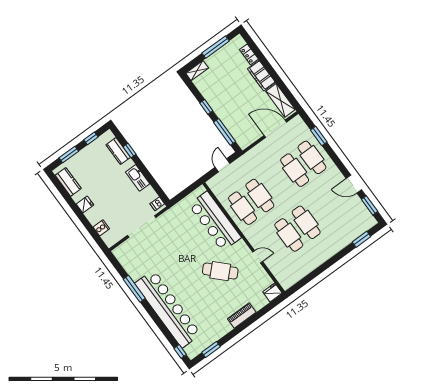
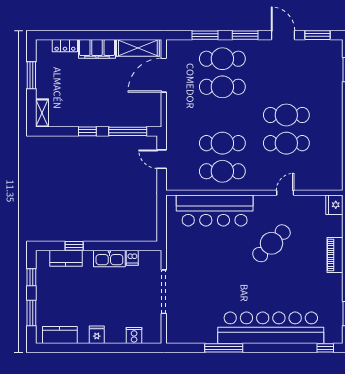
window: (216, 47) -> (31, 75), width x0.69
window: (337, 161) -> (245, 35), added
door: (354, 184) -> (283, 35), swing flipped
dishwasher: (157, 204) -> (132, 258), moved

